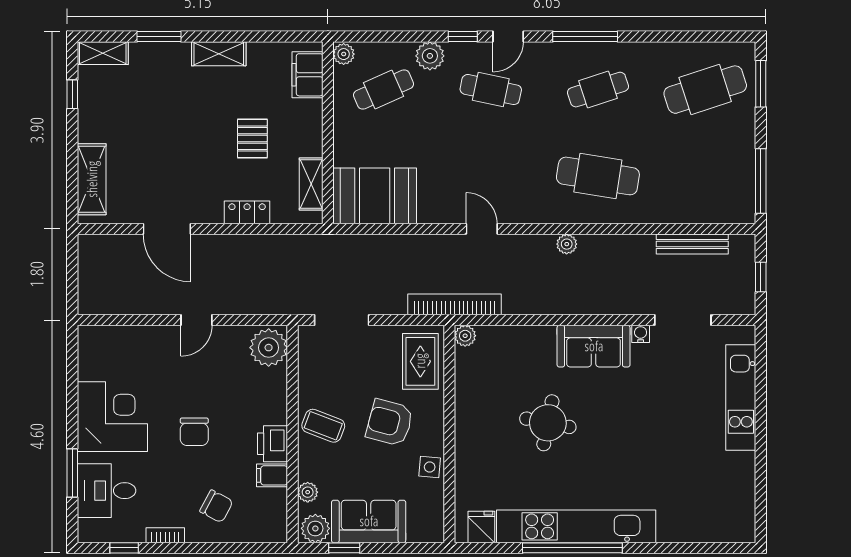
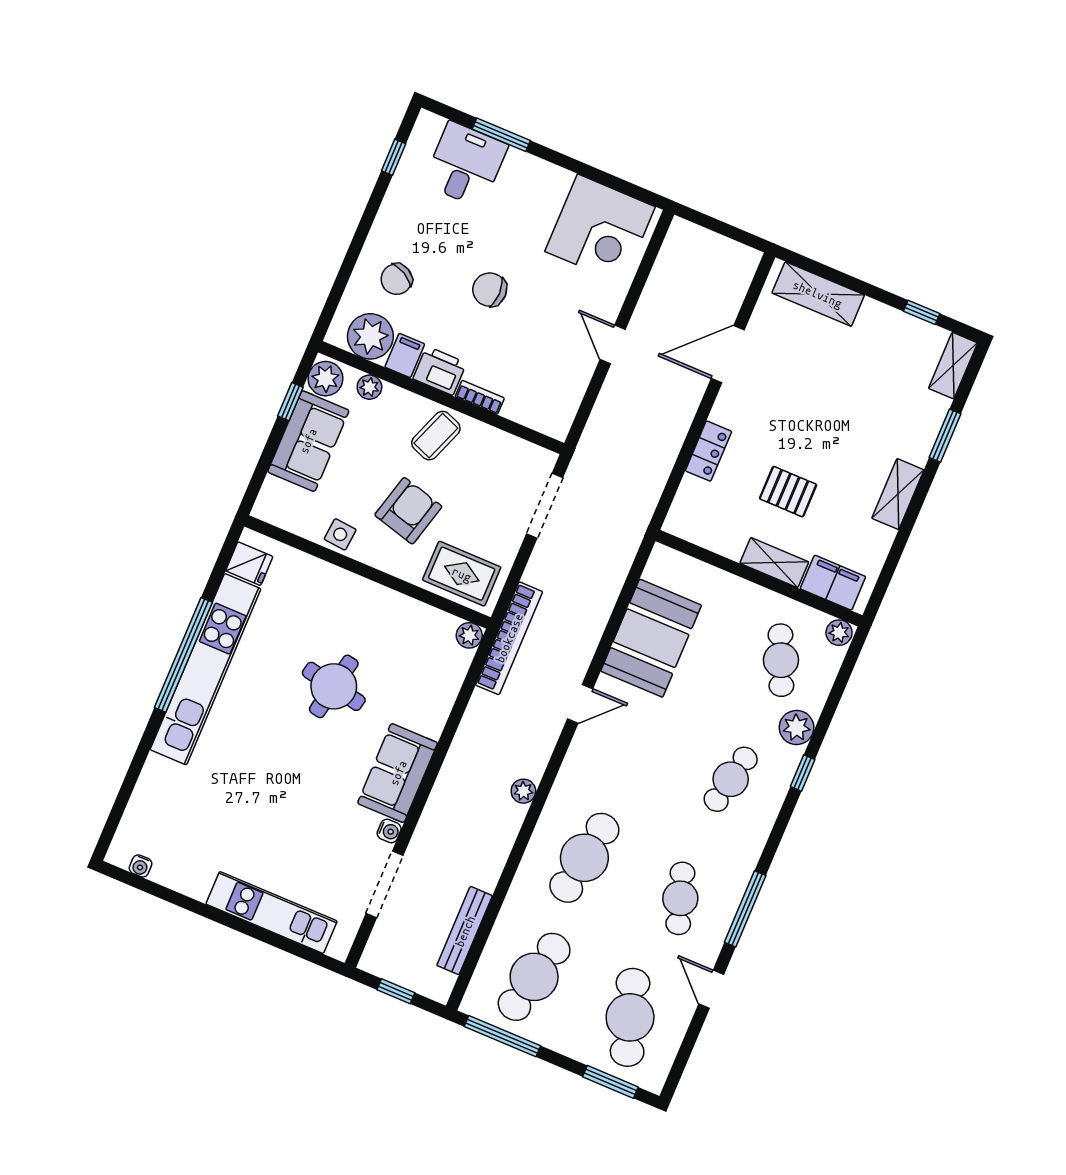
door: (508, 37) -> (711, 989), moved
cafe table: (705, 176) -> (534, 977), added
shelving: (311, 184) -> (774, 563), moved
booth: (375, 196) -> (651, 638), moved
plant: (269, 348) -> (370, 336), moved
corner desk: (112, 417) -> (600, 229), moved
water cooler: (748, 512) -> (141, 866), added
bookcase: (165, 535) -> (480, 397), moved, turned -90

